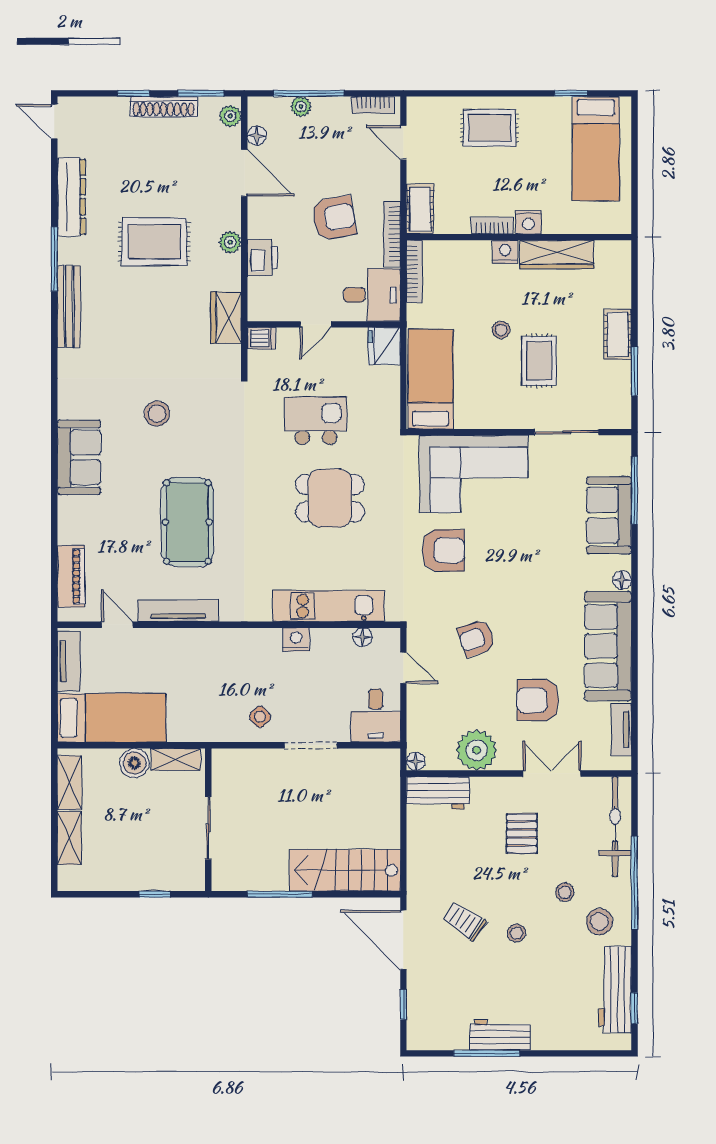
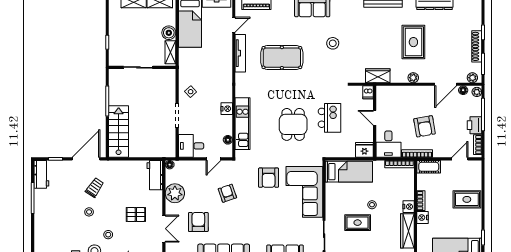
plant: (301, 106) -> (477, 92), moved
rug: (490, 128) -> (467, 199), turned 90
printer: (262, 258) -> (474, 125), moved, turned 90
workbench: (500, 1035) -> (41, 174), moved

